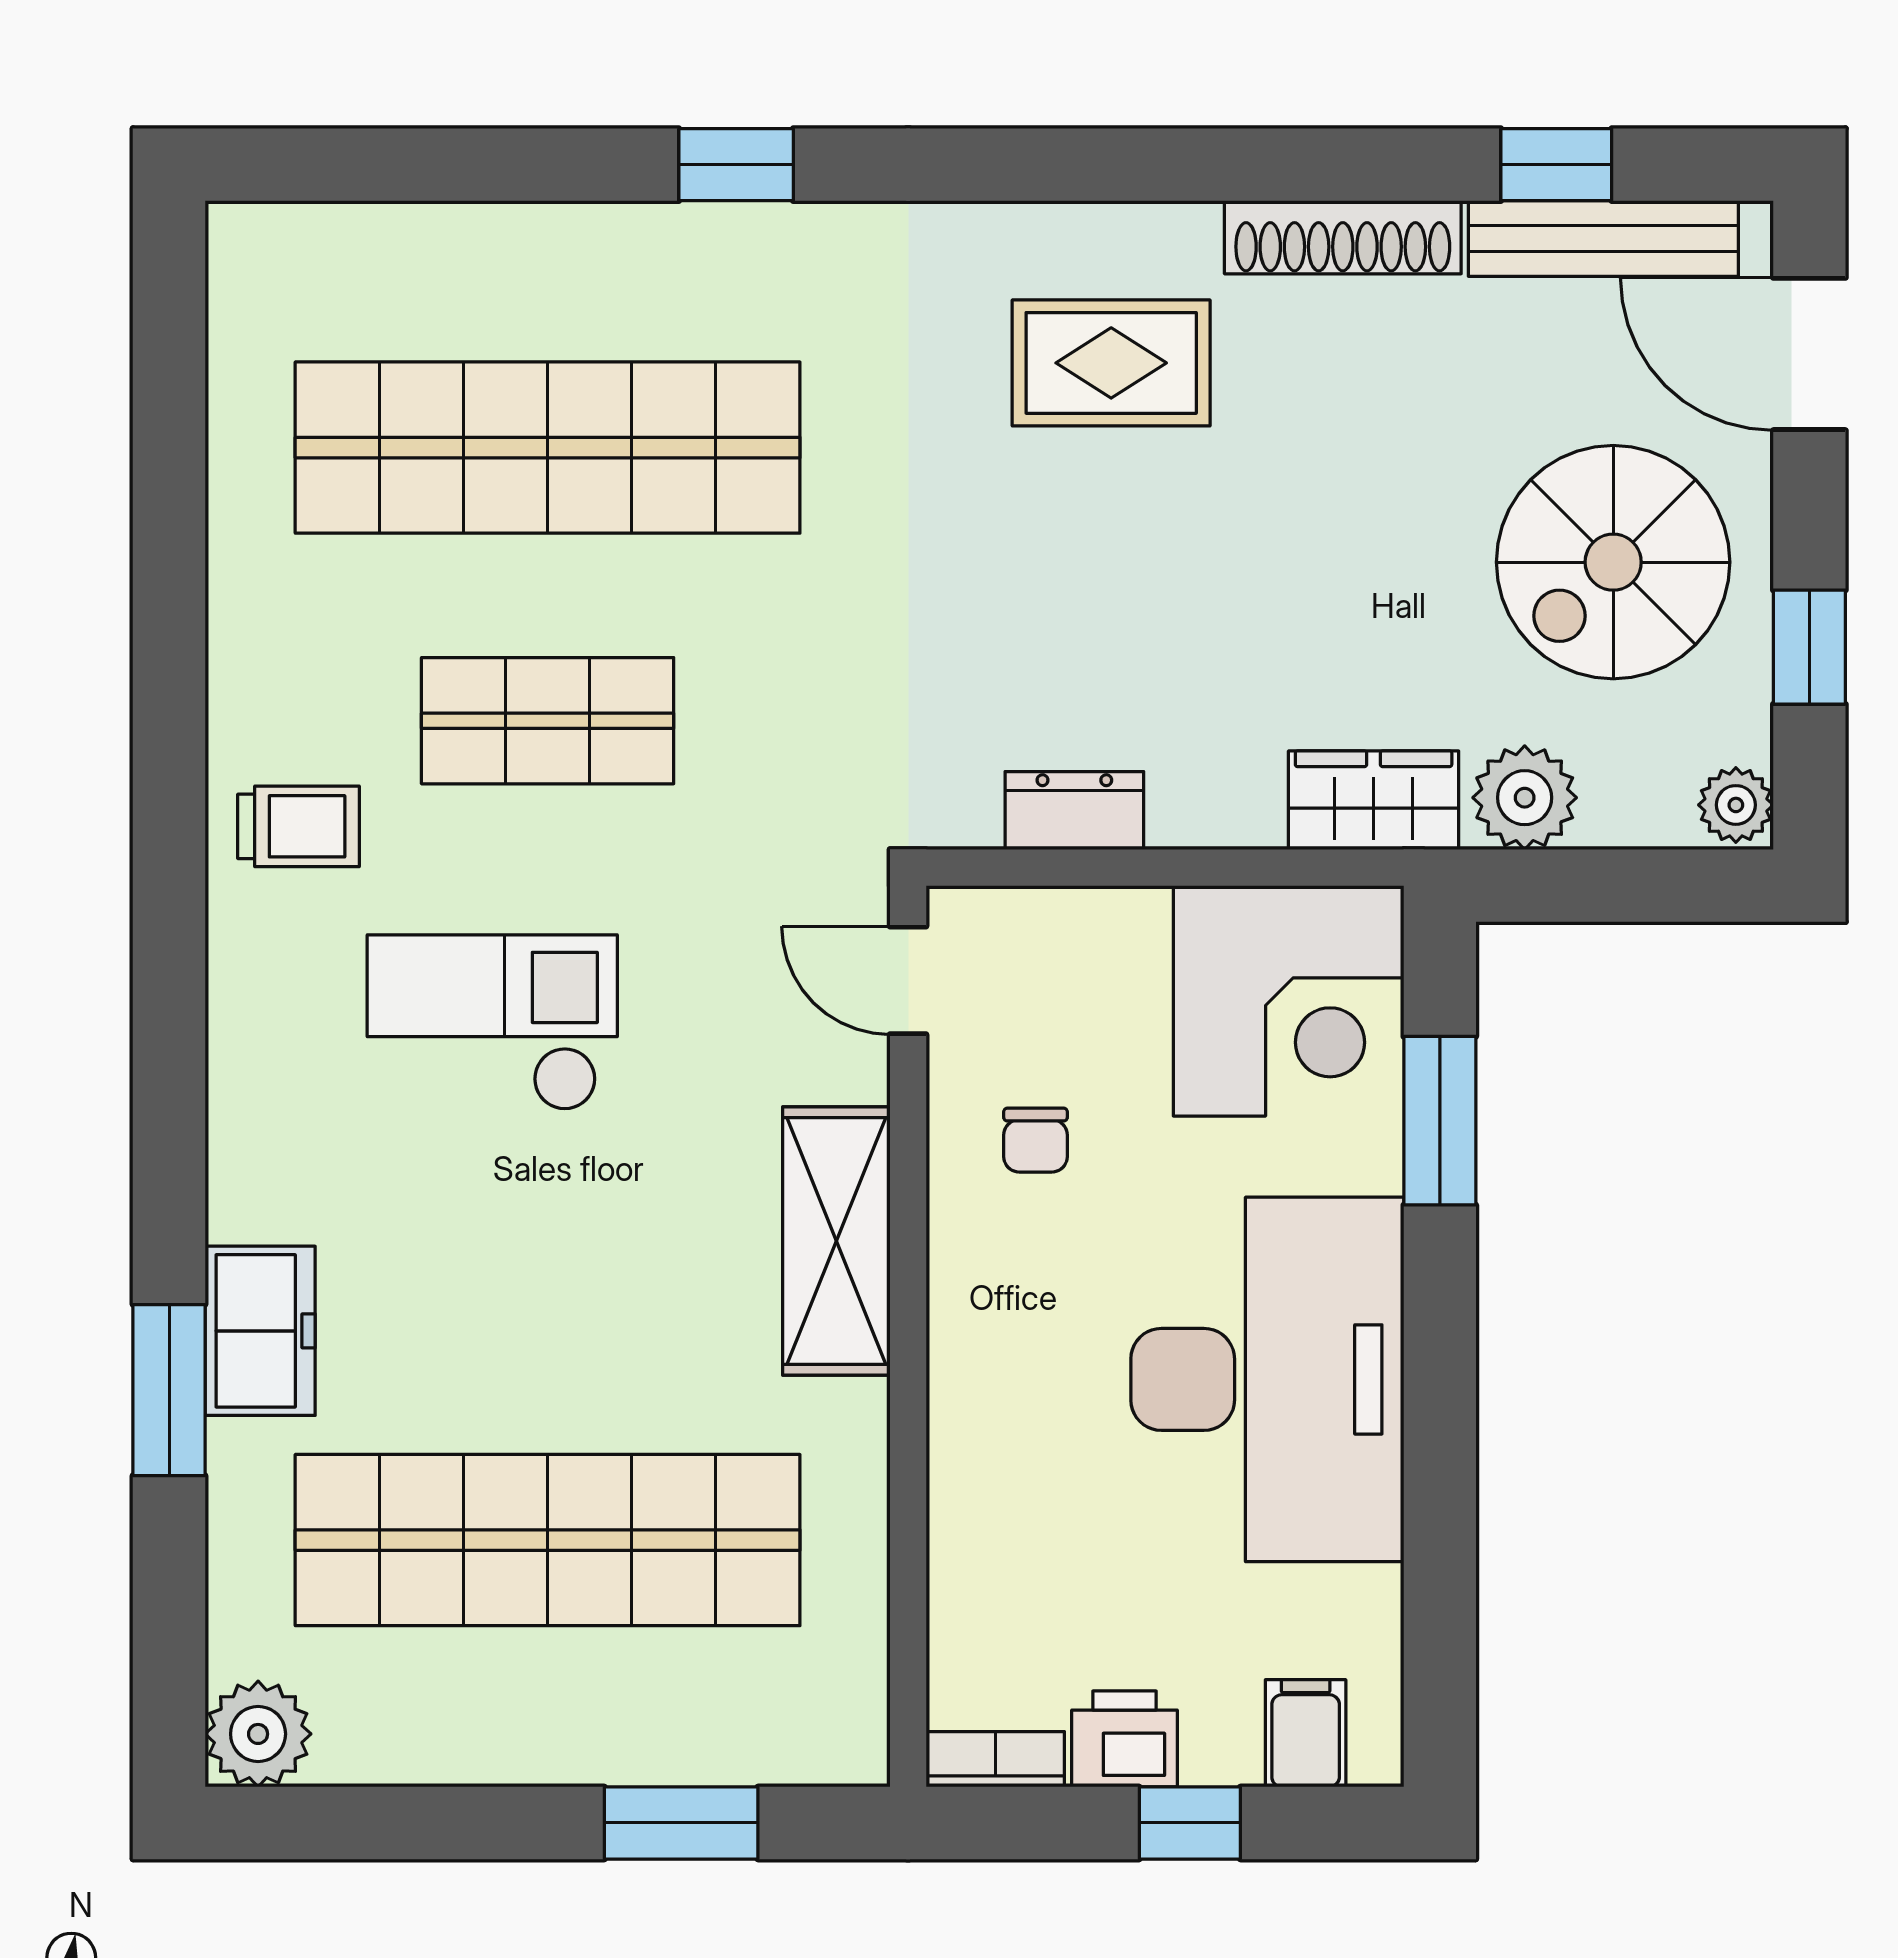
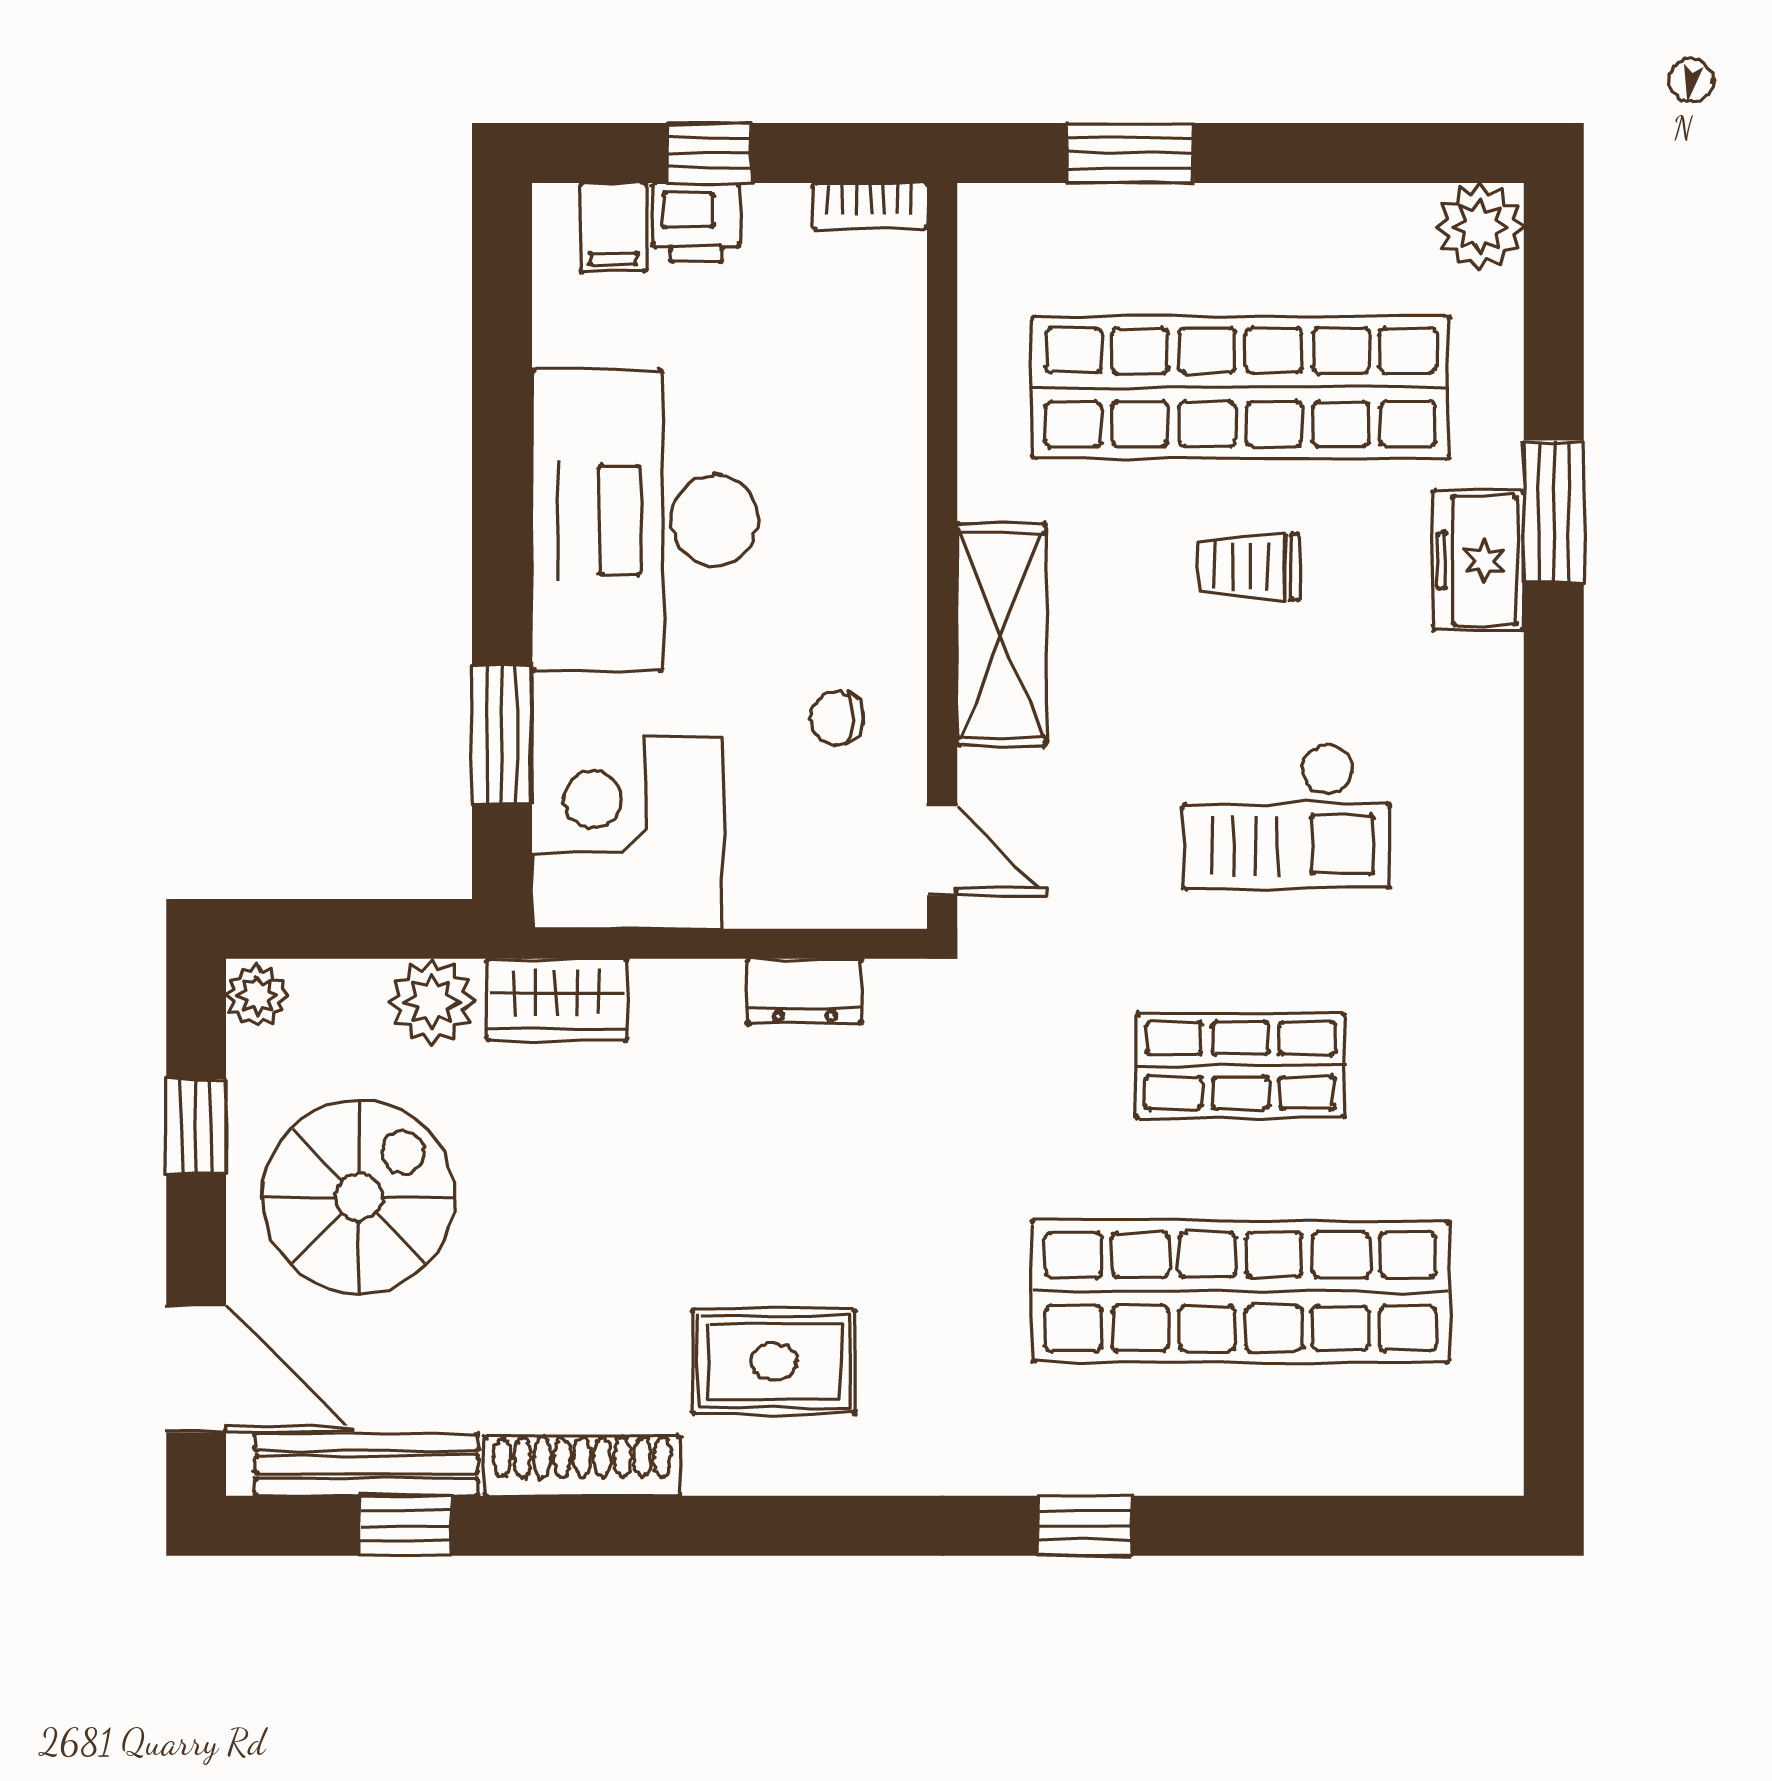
trolley: (299, 826) -> (1249, 567), moved
chair: (1035, 1140) -> (837, 718), turned -90
printer: (1124, 1739) -> (696, 223), moved

